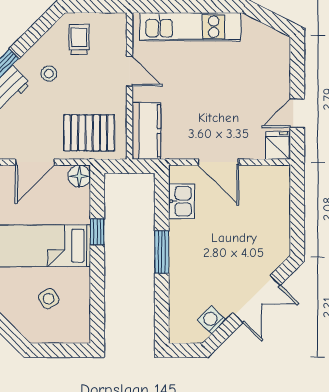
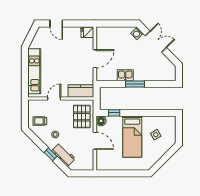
door: (297, 113) -> (56, 23), moved
kitchen sink: (181, 201) -> (125, 75), moved
window: (97, 232) -> (114, 113), moved
washing machine: (211, 320) -> (137, 33), moved

